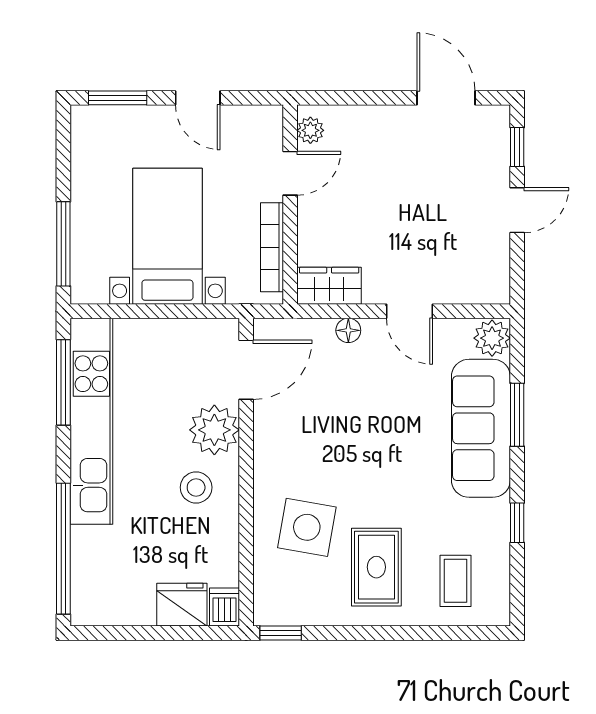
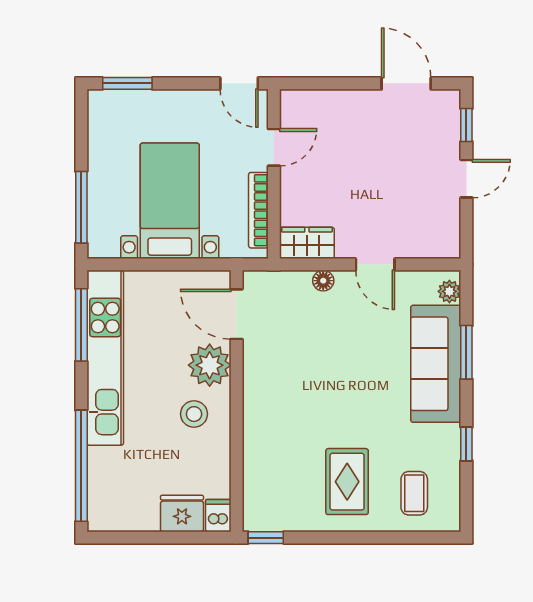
door: (198, 98) -> (239, 83), moved
plant: (310, 130) -> (291, 111), removed
plant: (492, 338) -> (449, 291), width x0.73, depth x0.73
door: (246, 370) -> (237, 314), swing flipped
side table: (307, 527) -> (288, 448), removed

